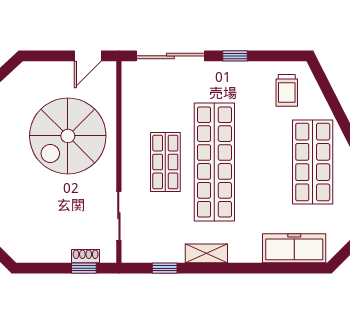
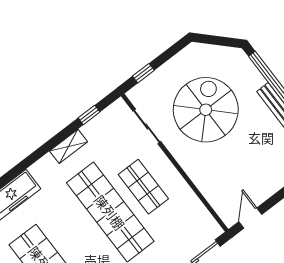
spiral stairs: (68, 136) -> (206, 110), moved
shoe rack: (86, 256) -> (148, 82), removed

